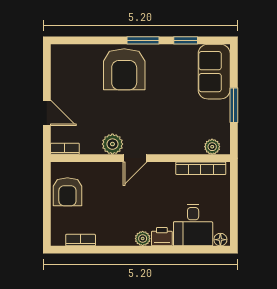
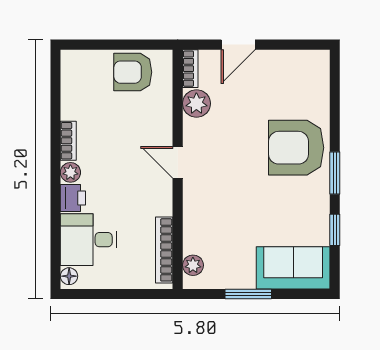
plant: (112, 144) -> (196, 103), moved
bookcase: (81, 240) -> (68, 141), moved

